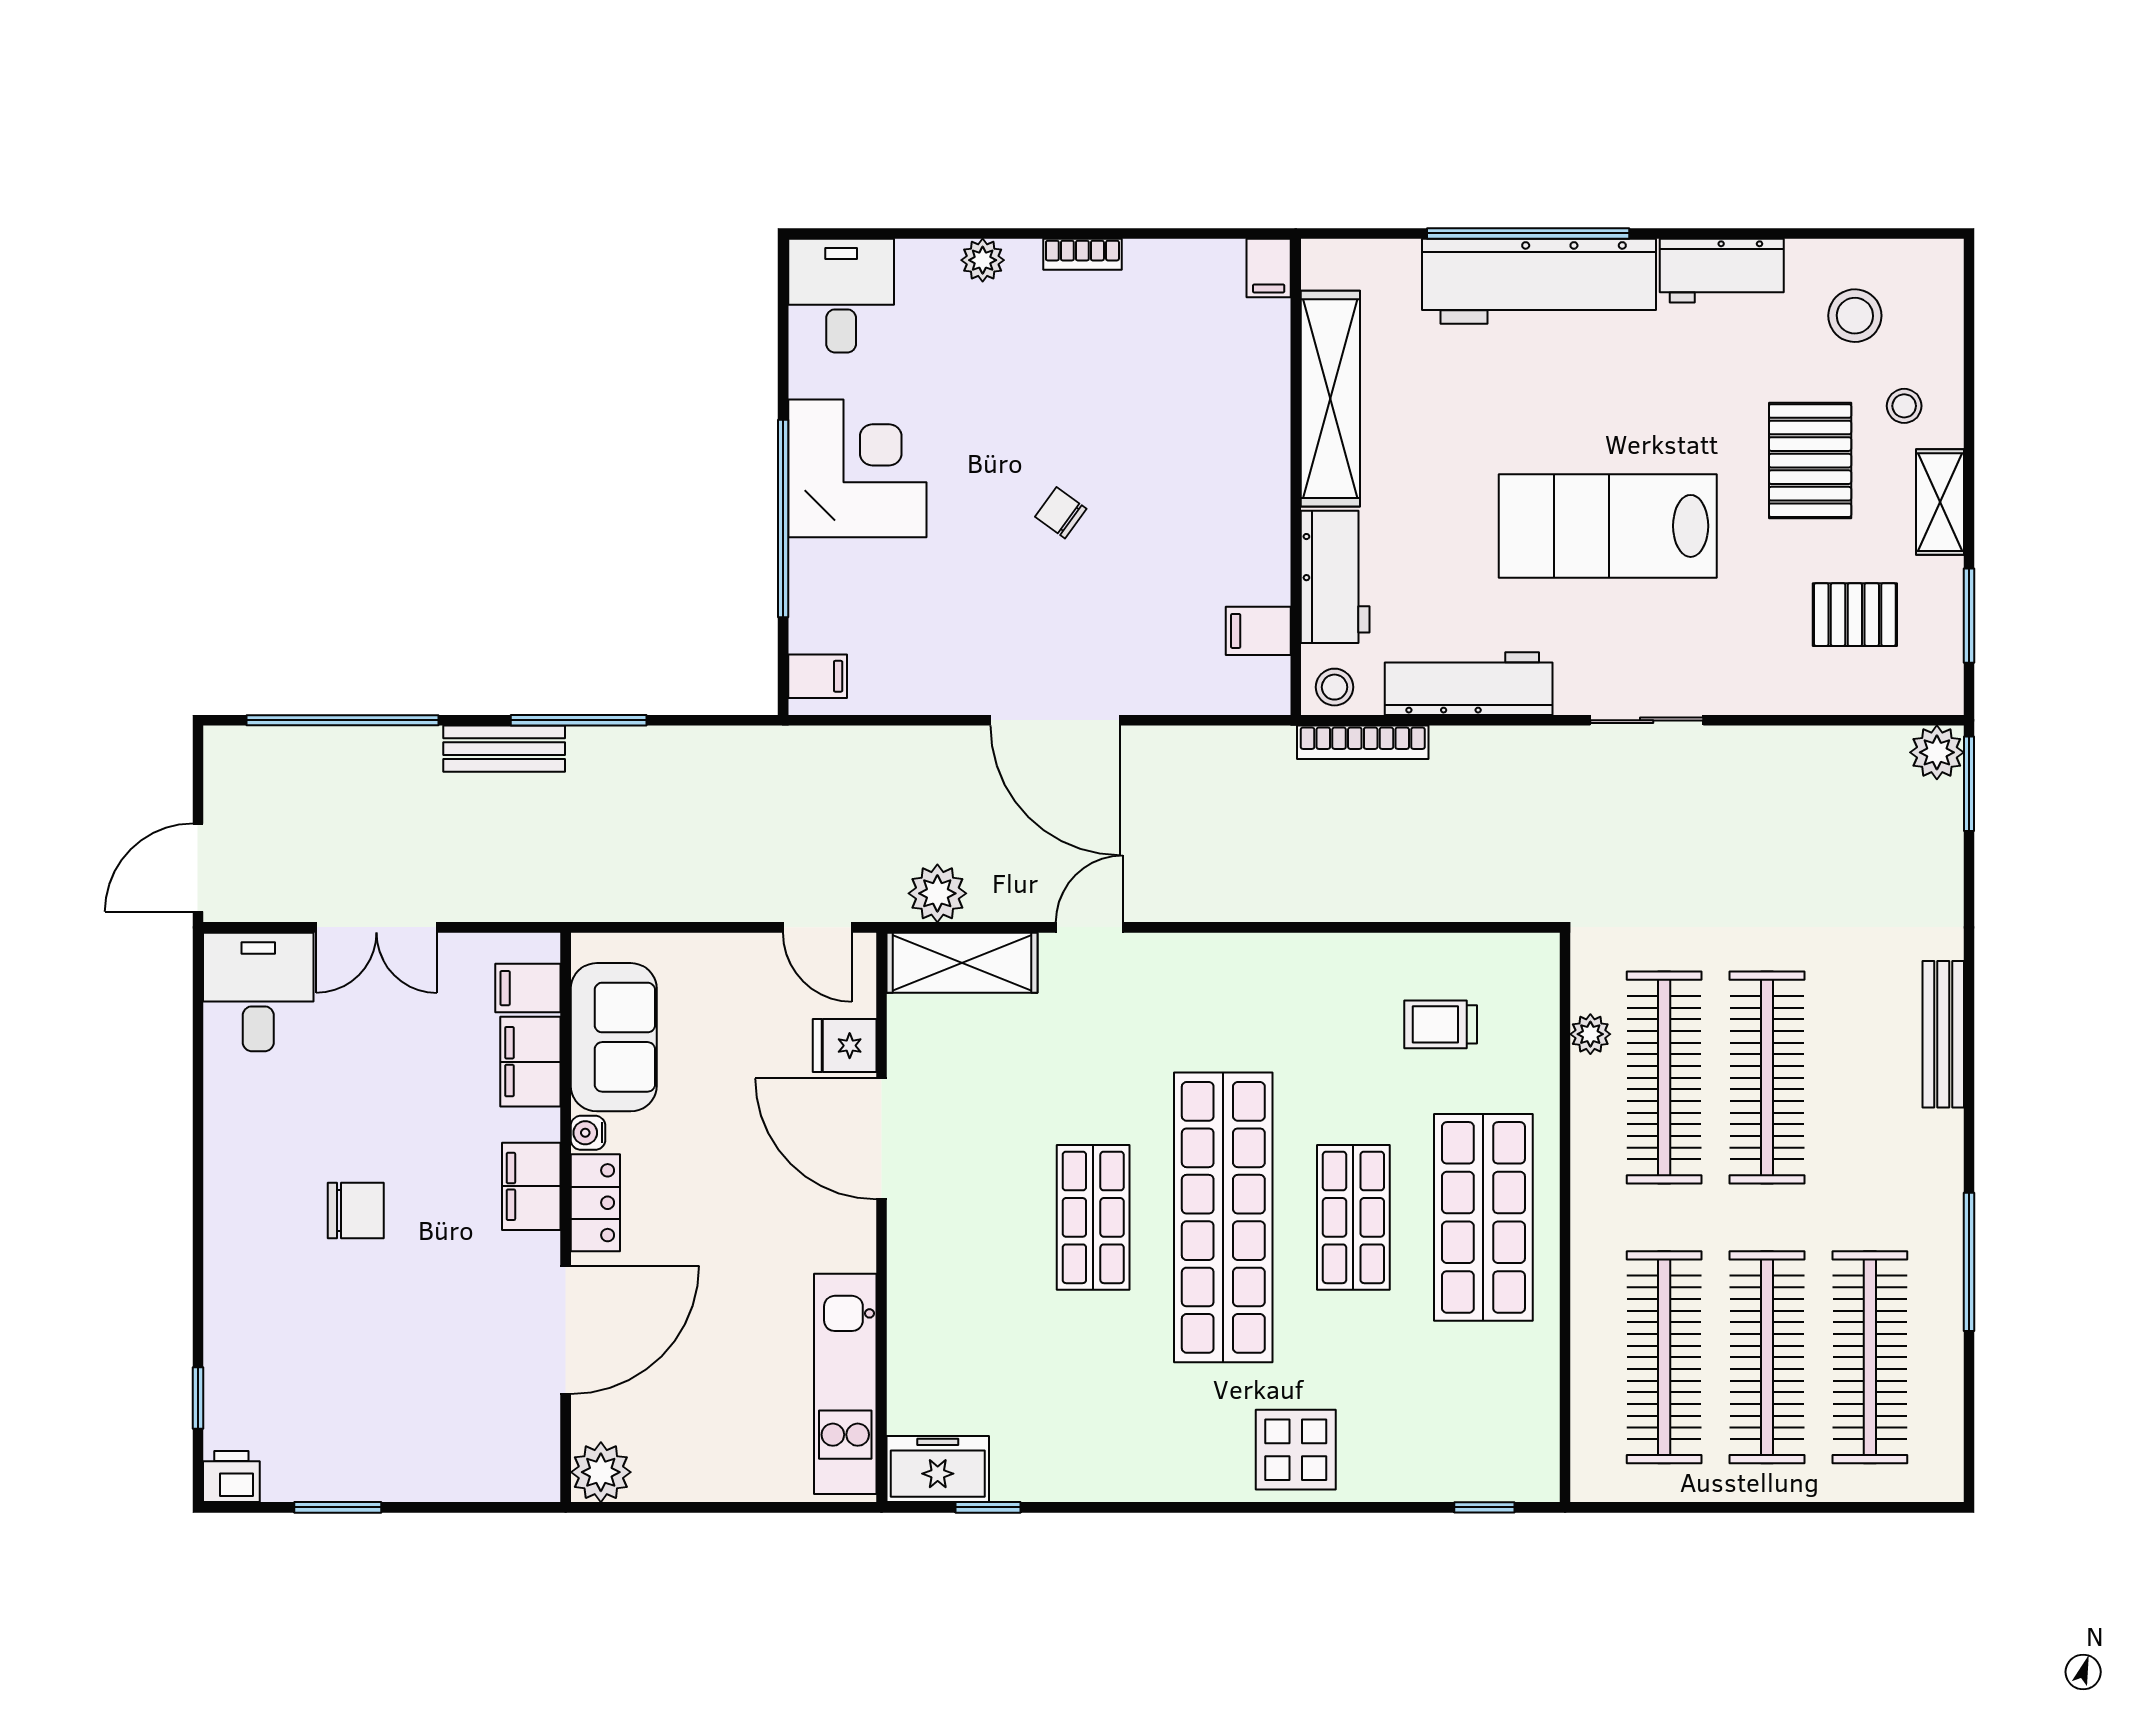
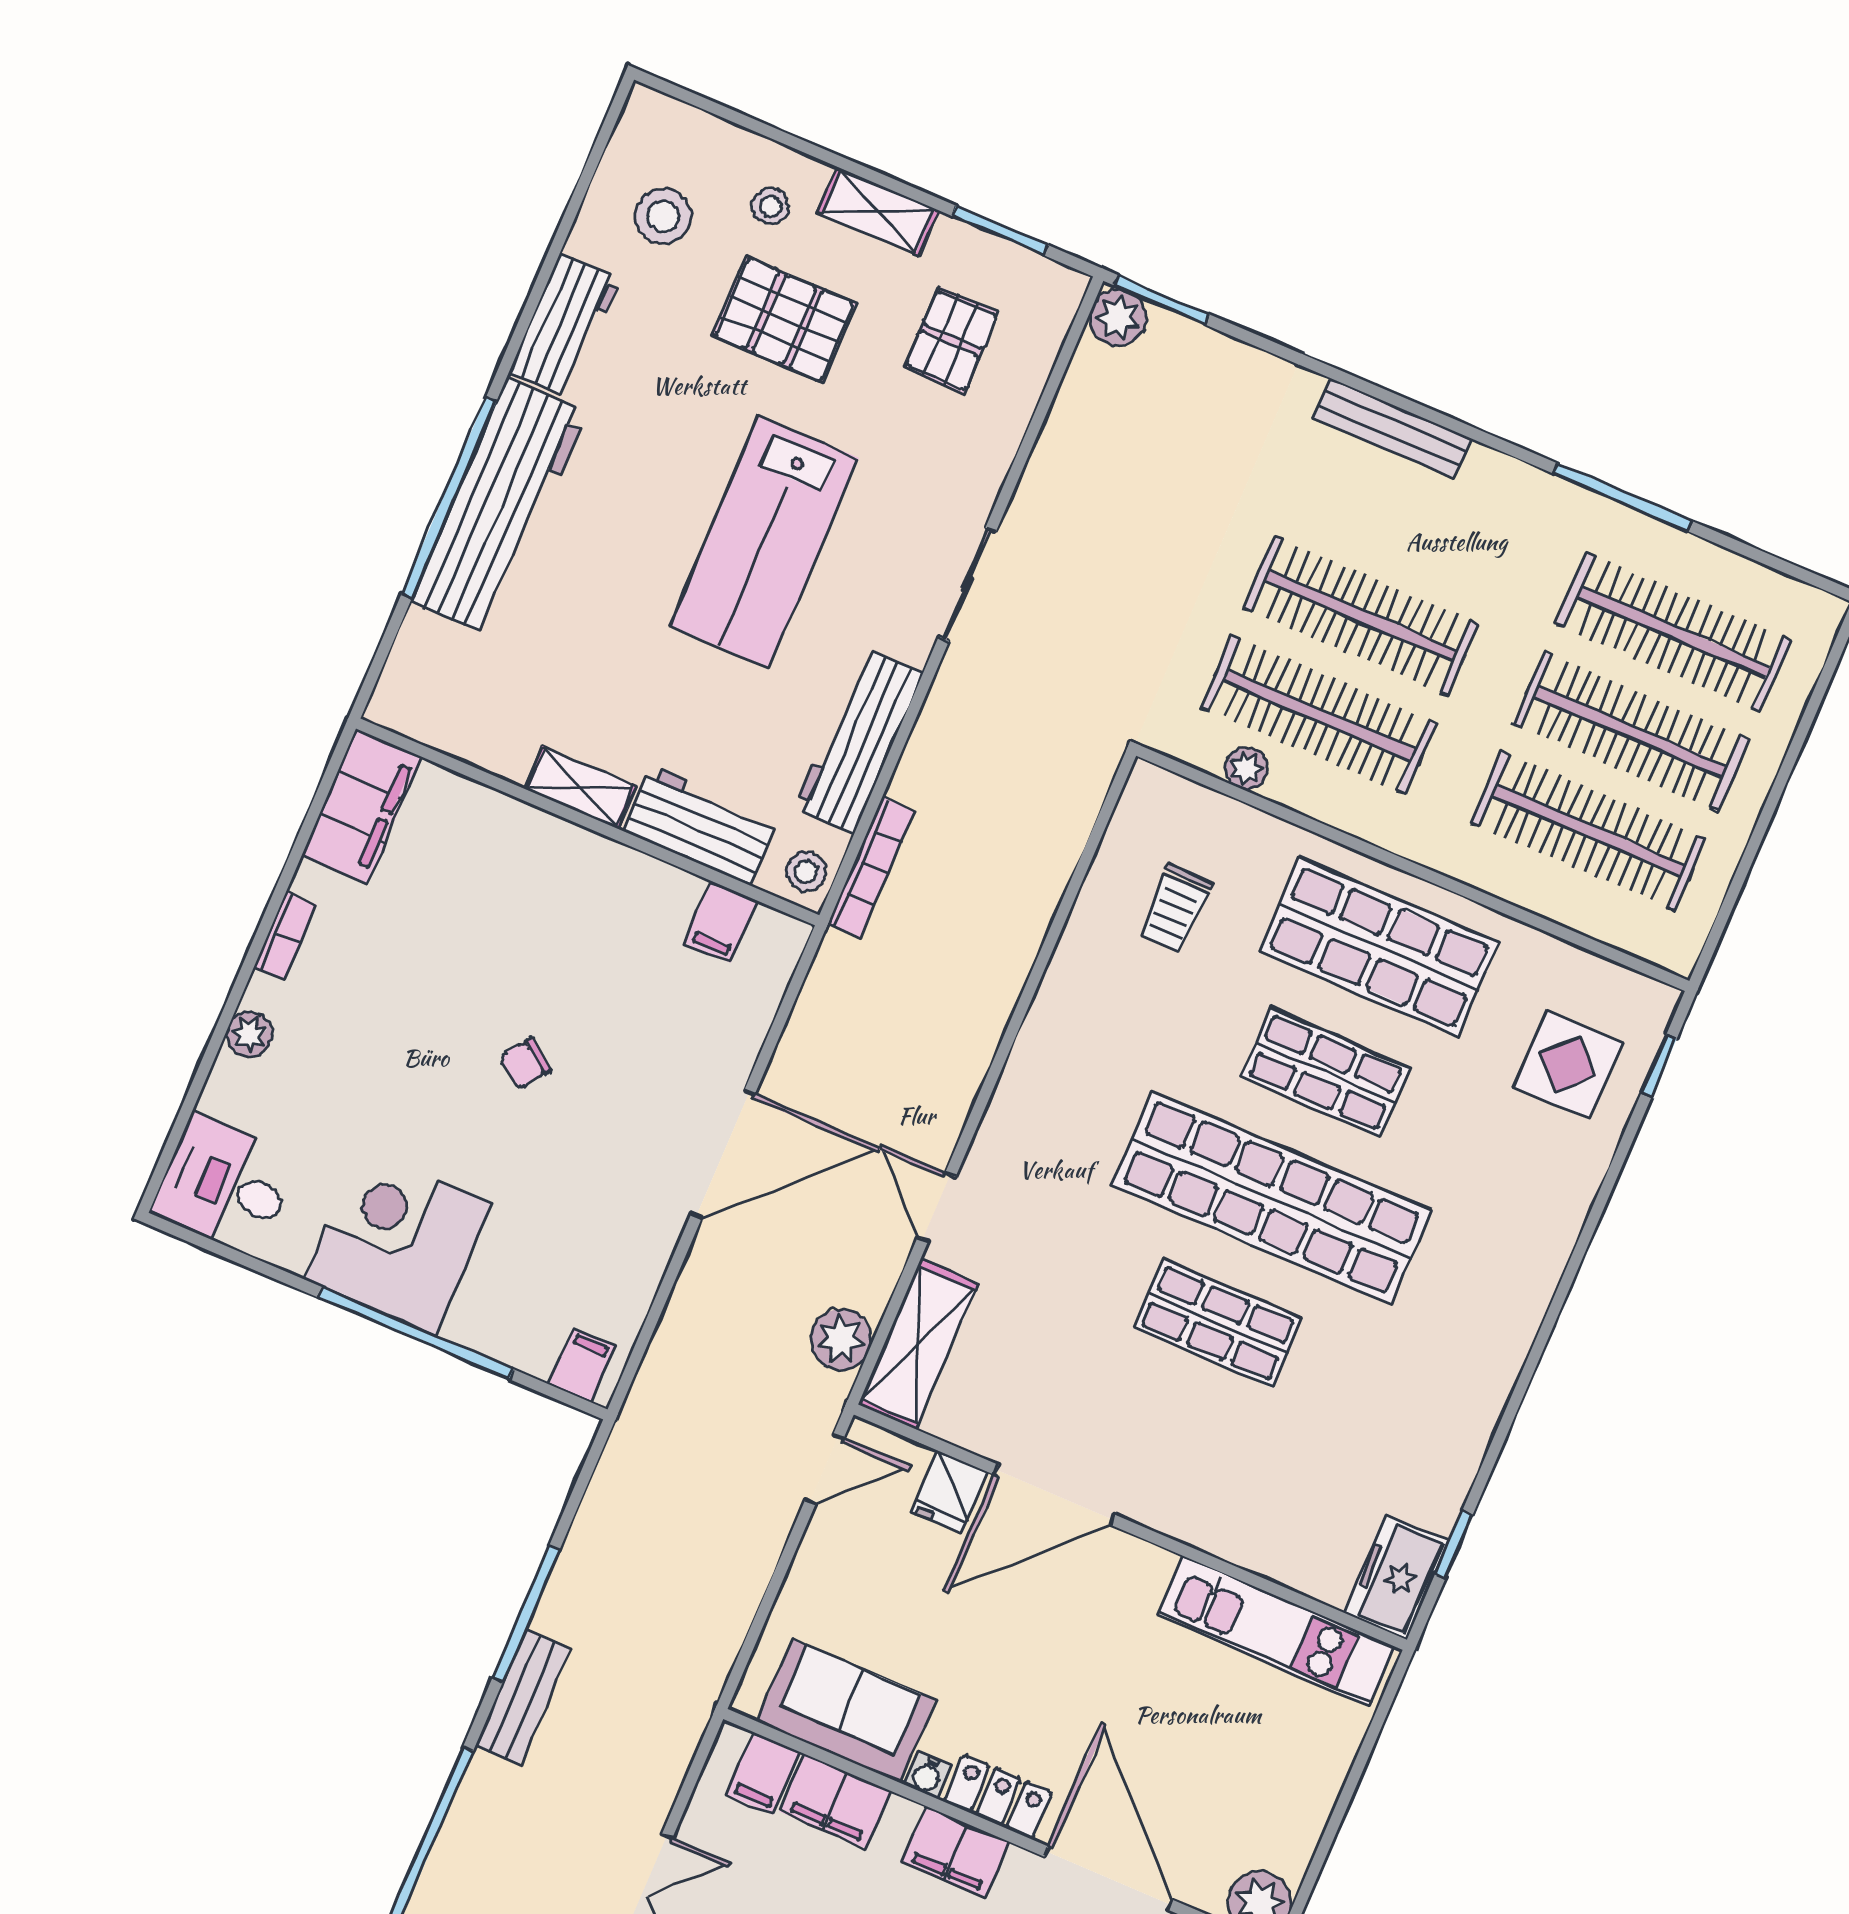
filing cabinet: (1269, 268) -> (362, 806), width x3.00, depth x1.17
shelving: (1330, 399) -> (580, 788), width x0.45, depth x0.75
display table: (1296, 1450) -> (1568, 1064), moved

